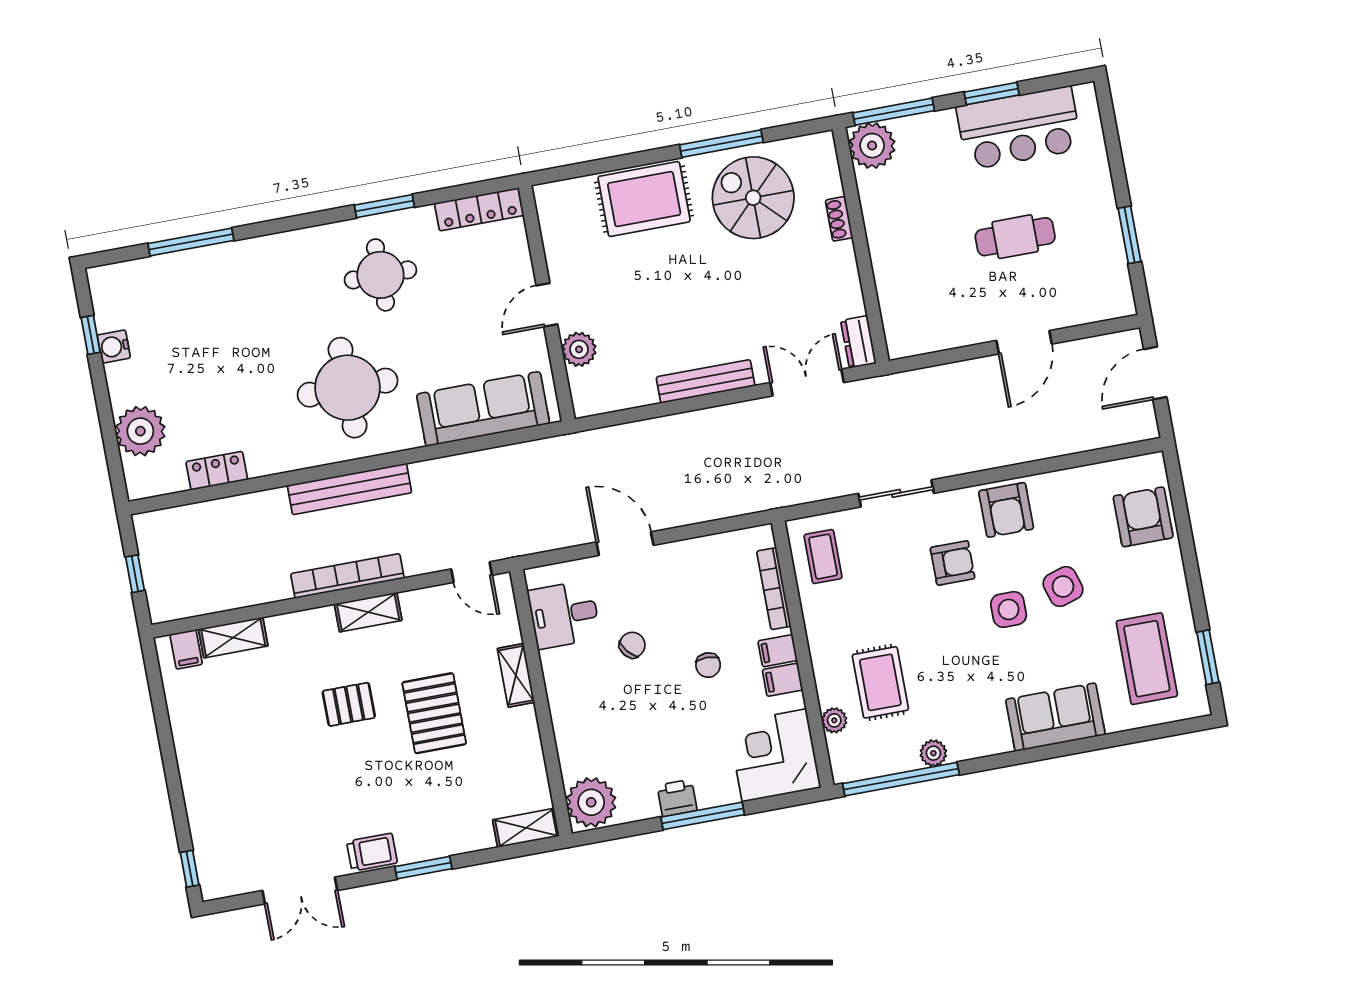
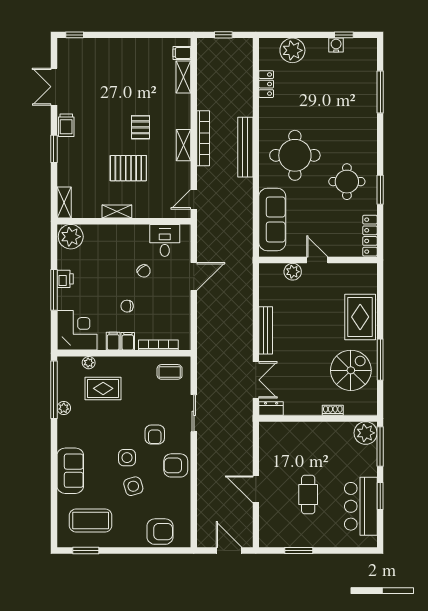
shelving: (516, 675) -> (117, 211), moved

